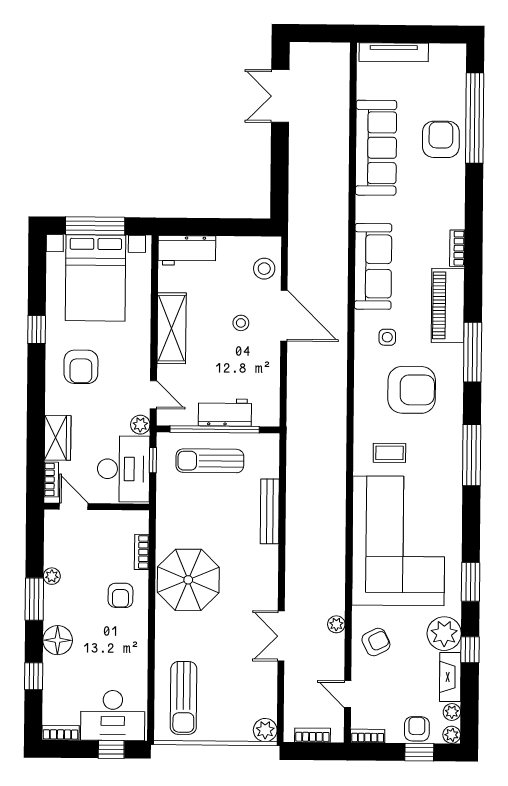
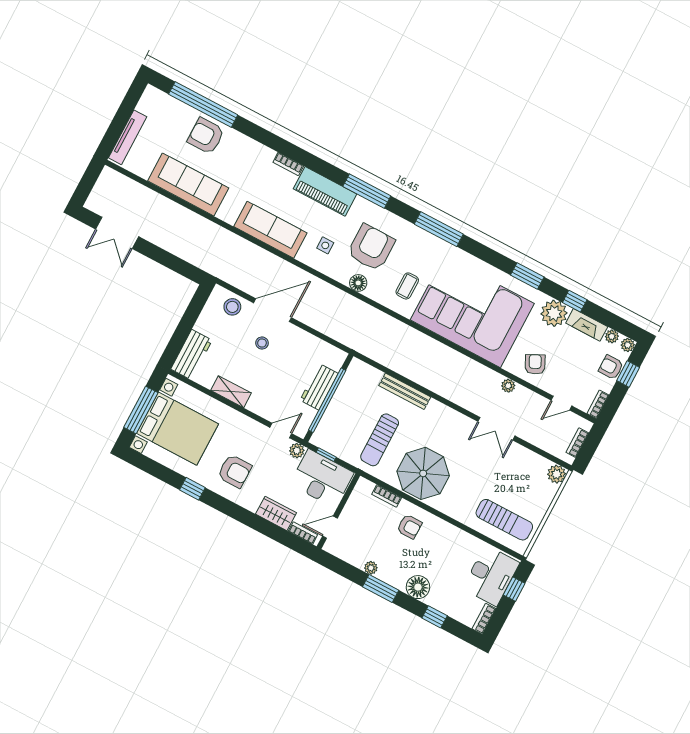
shelving: (172, 328) -> (231, 392), width x0.67, depth x0.75
floor lamp: (364, 396) -> (358, 283), added
sun lounger: (210, 461) -> (380, 440), moved

